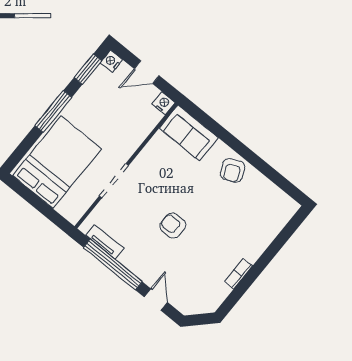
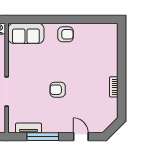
armchair: (233, 170) -> (66, 34), turned -65
window: (113, 265) -> (43, 137), width x0.68

